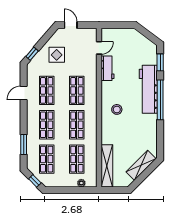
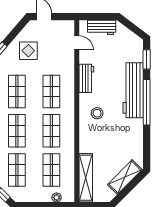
workbench: (121, 34) -> (102, 27), added
door: (99, 48) -> (77, 43), hinge flipped
workbench: (107, 68) -> (86, 78), moved

